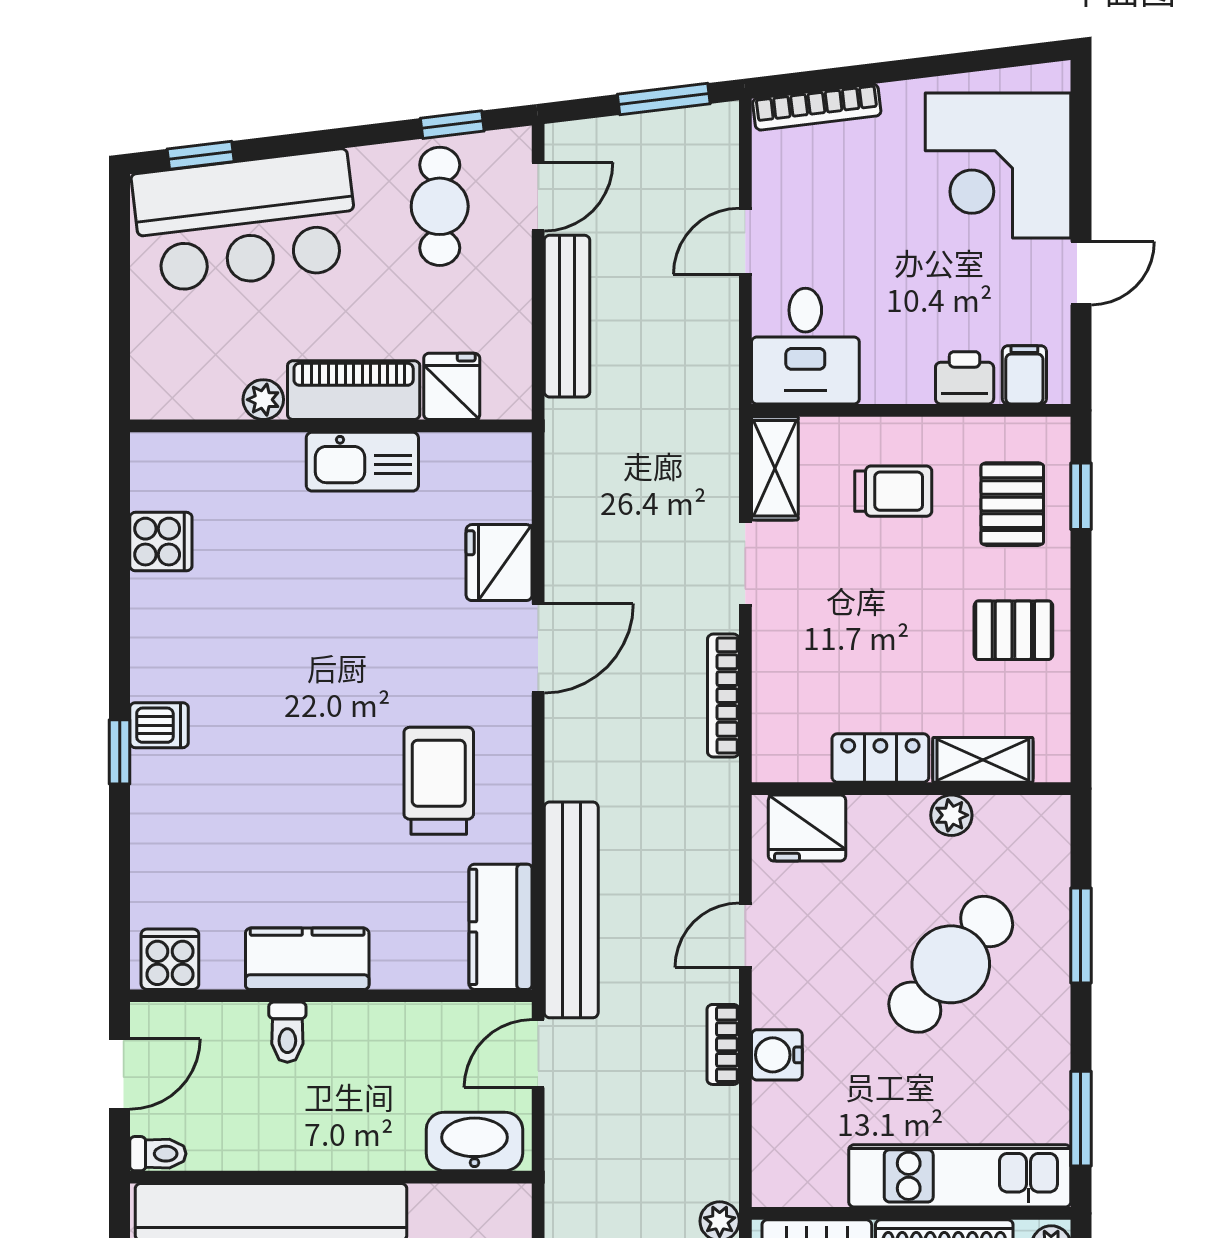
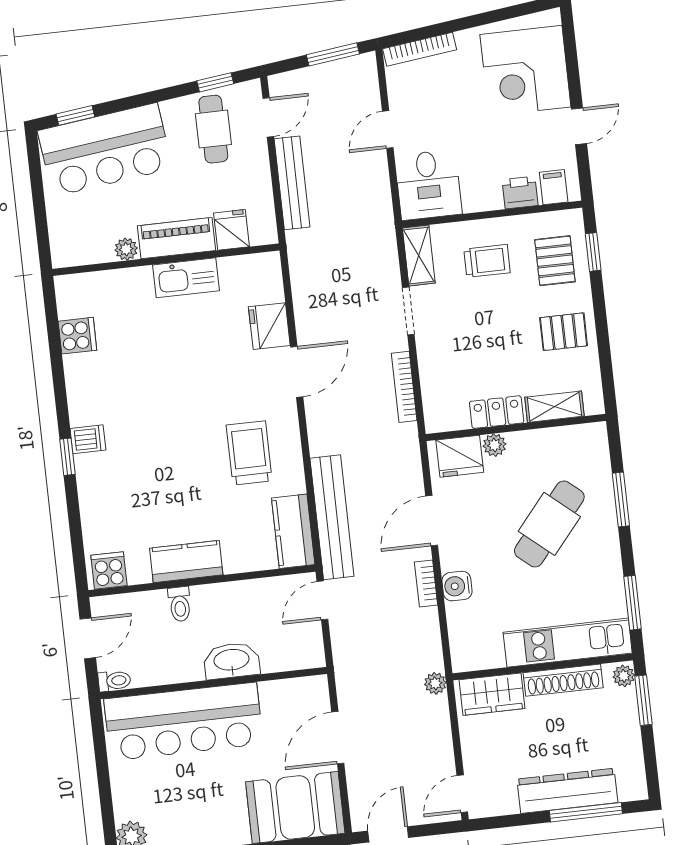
plant: (951, 815) -> (494, 445), moved
door: (745, 935) -> (432, 521), width x1.38
washbasin: (474, 1141) -> (232, 661), moved

